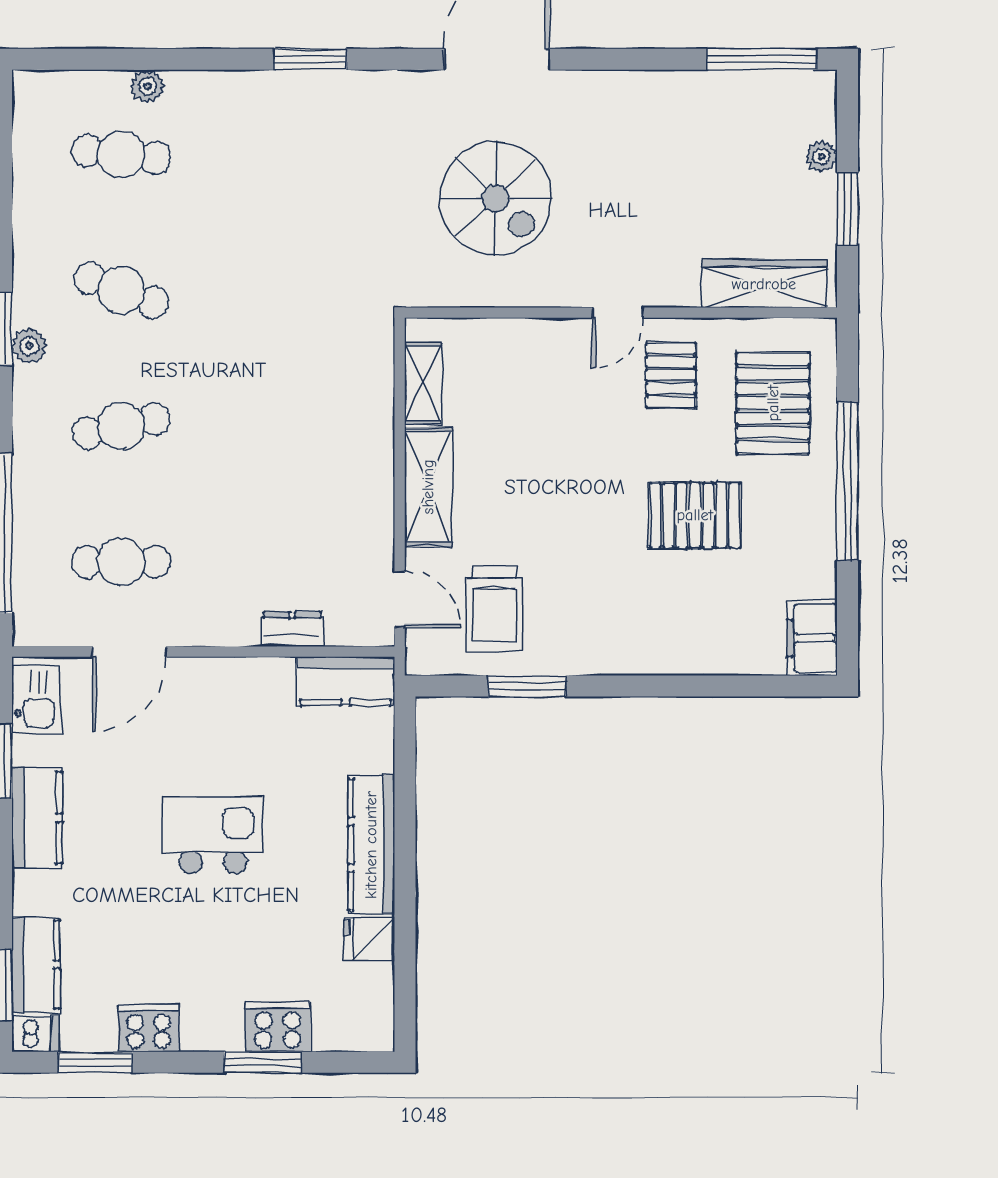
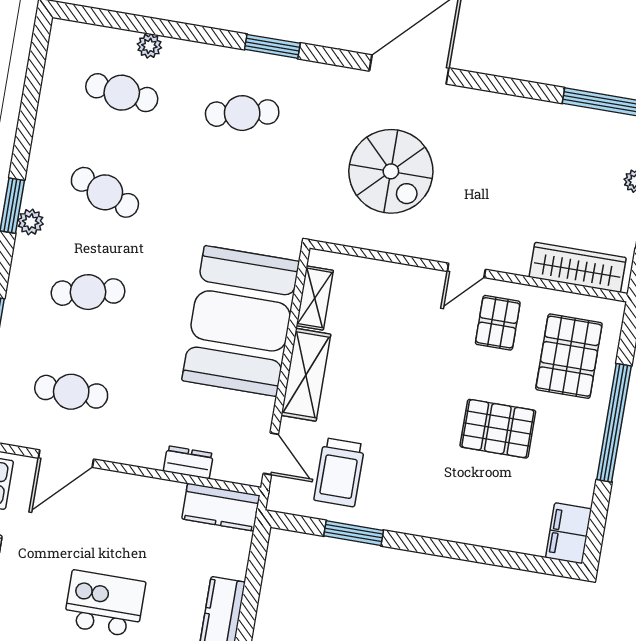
cafe table: (285, 154) -> (242, 113), added
booth: (330, 430) -> (241, 321), added

